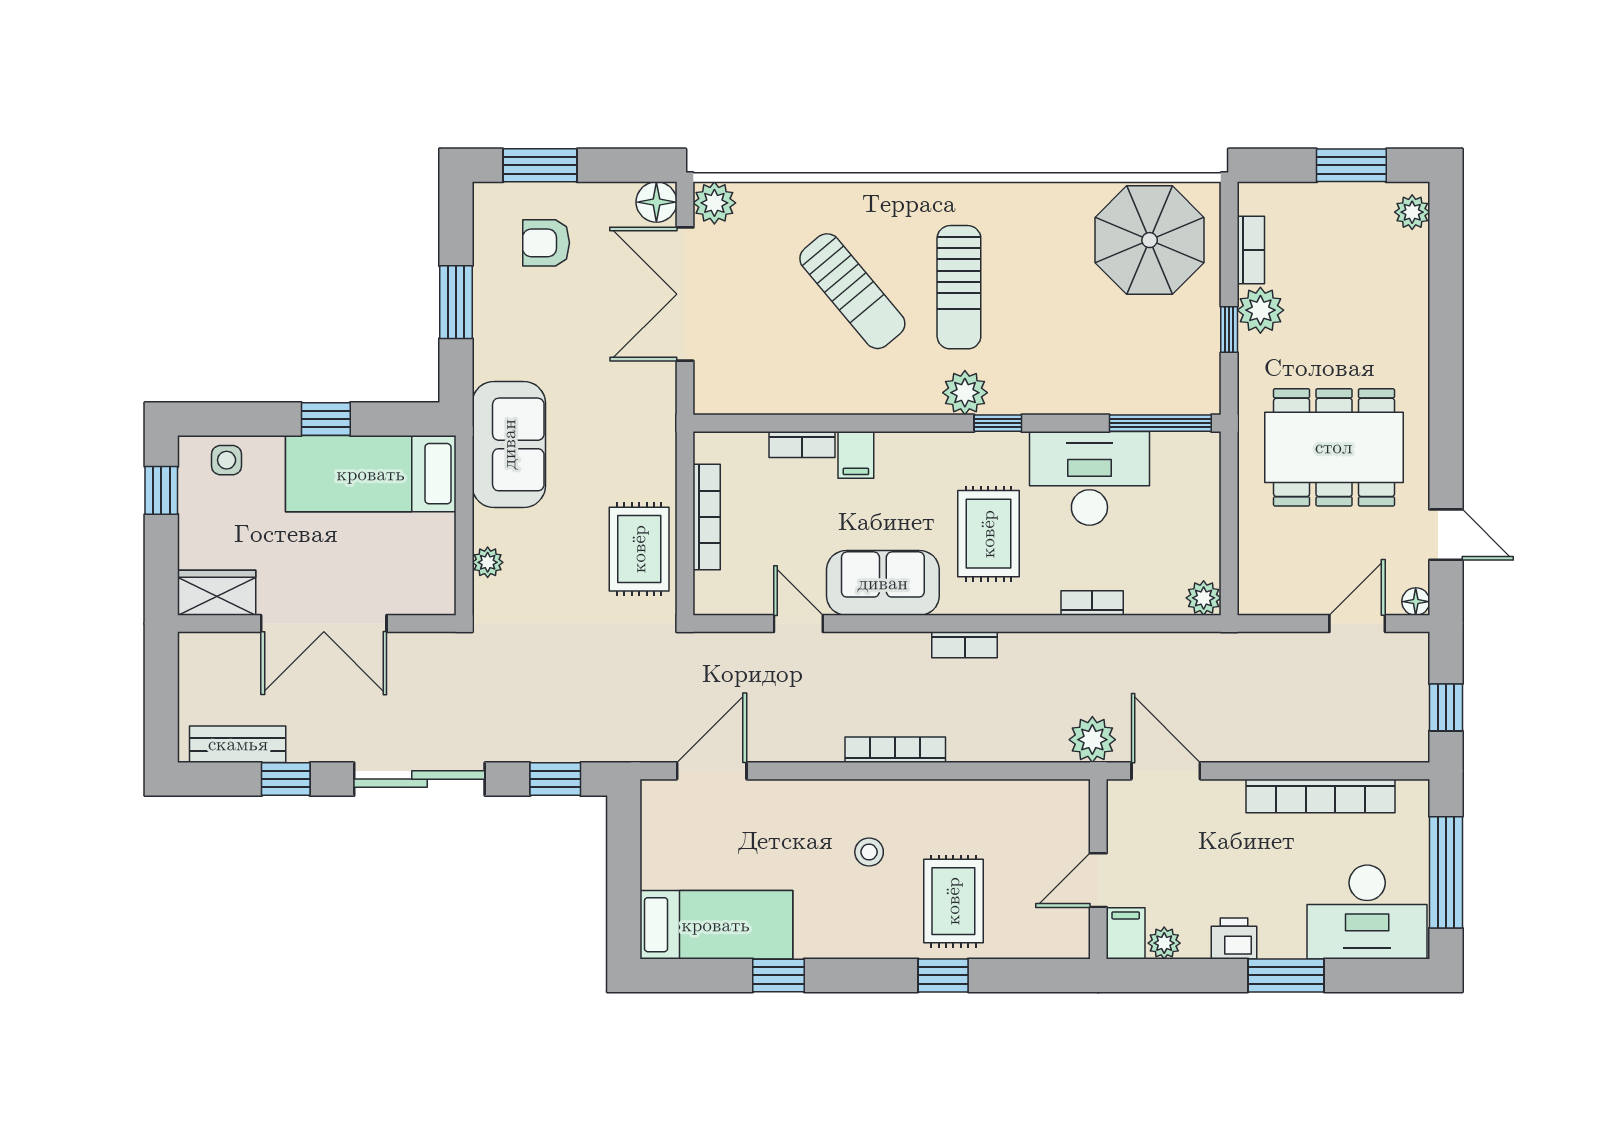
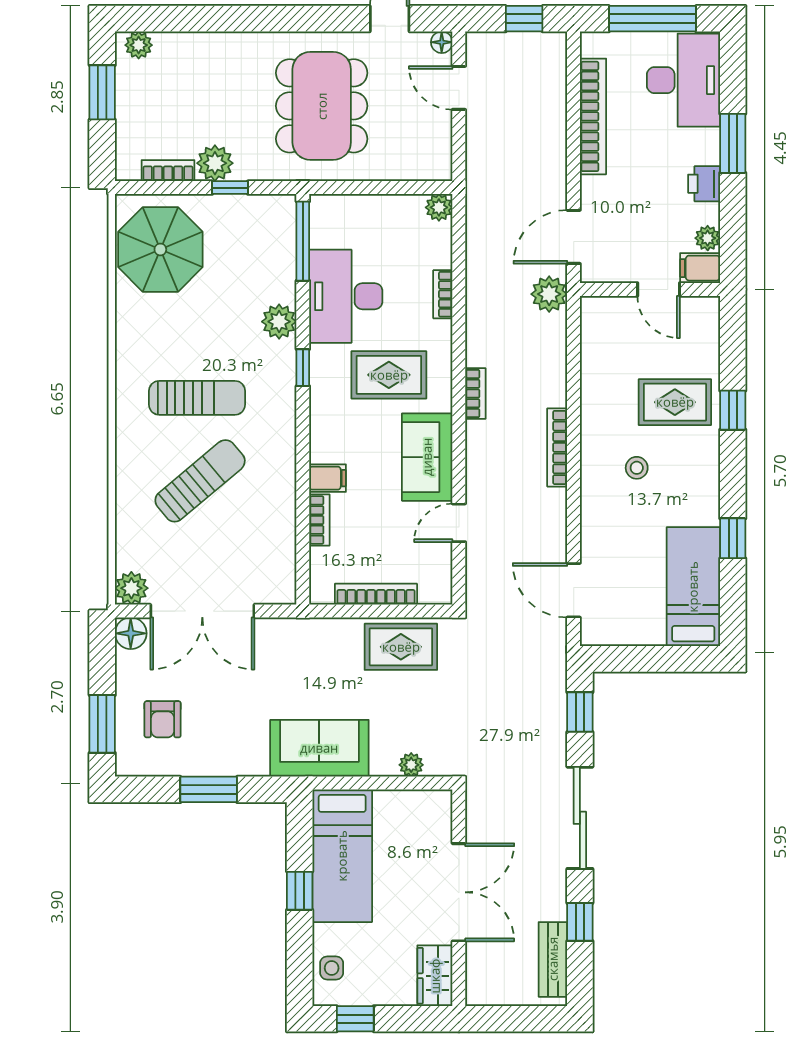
plant: (965, 393) -> (279, 322), moved

